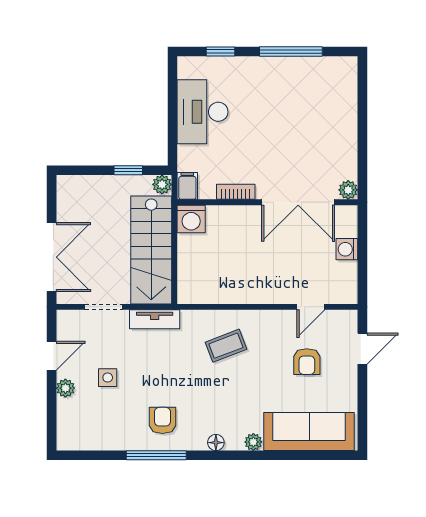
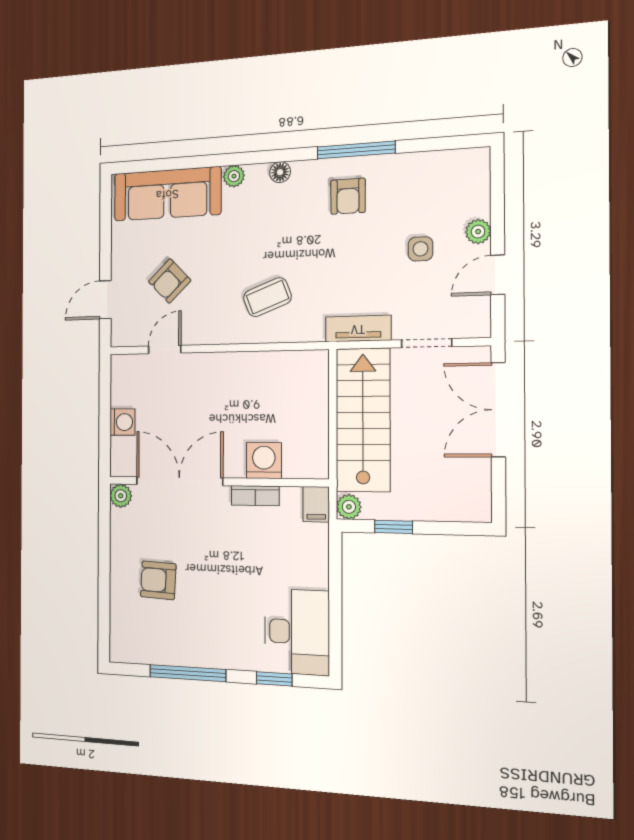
desk: (203, 112) -> (297, 632), moved
armchair: (316, 123) -> (158, 580), added
washing machine: (191, 219) -> (264, 461), moved
armchair: (307, 362) -> (170, 281), turned -134

